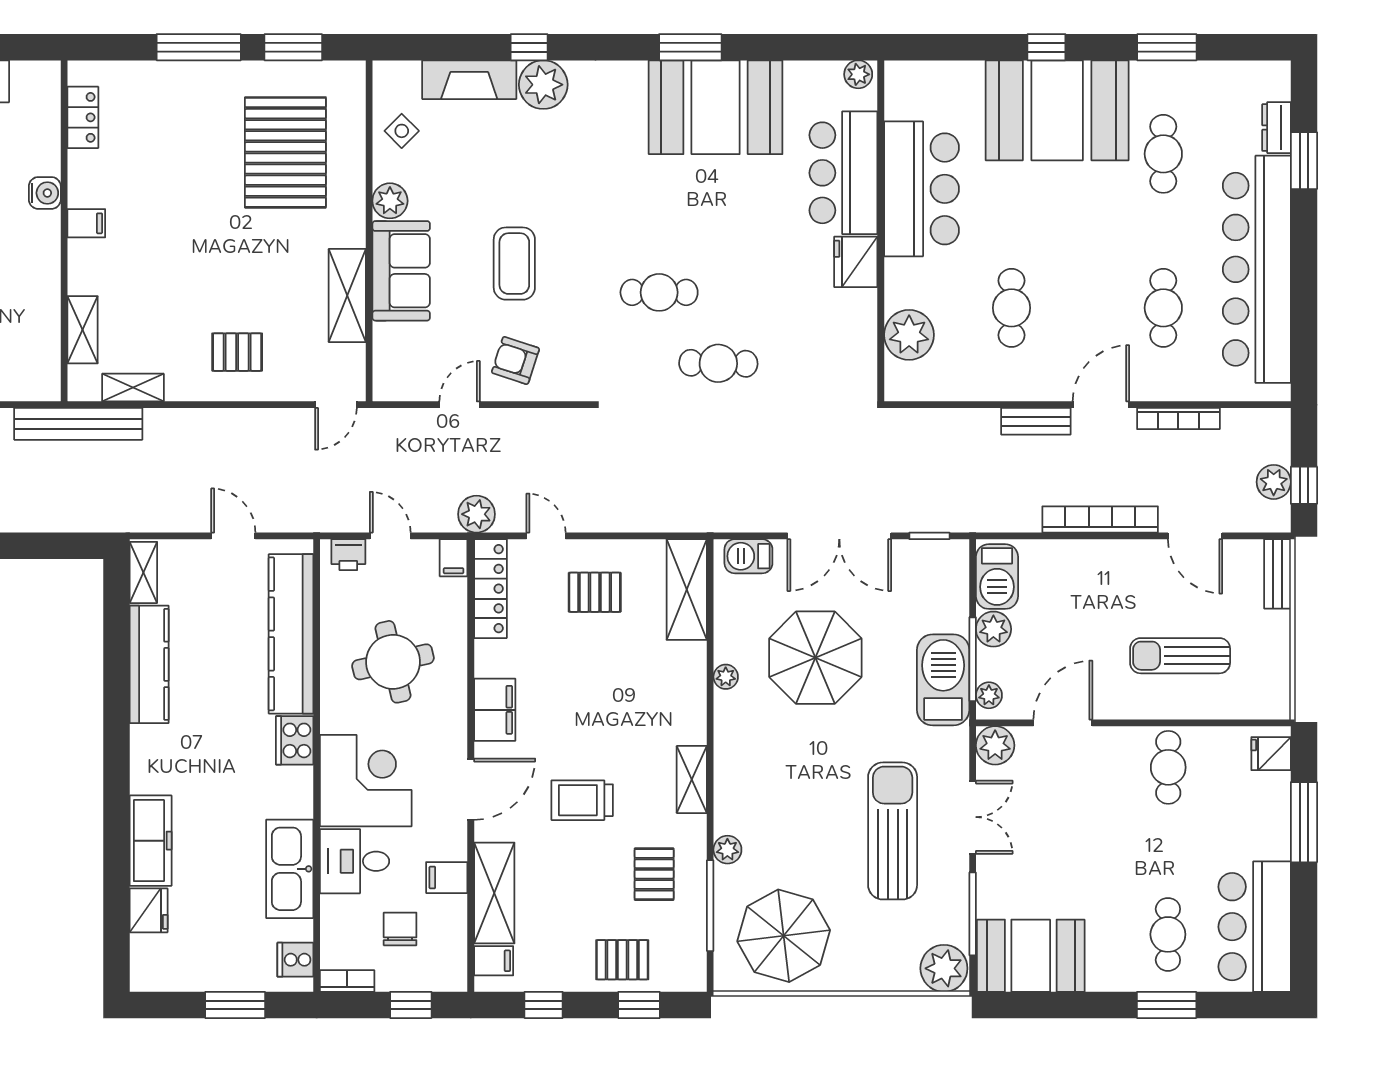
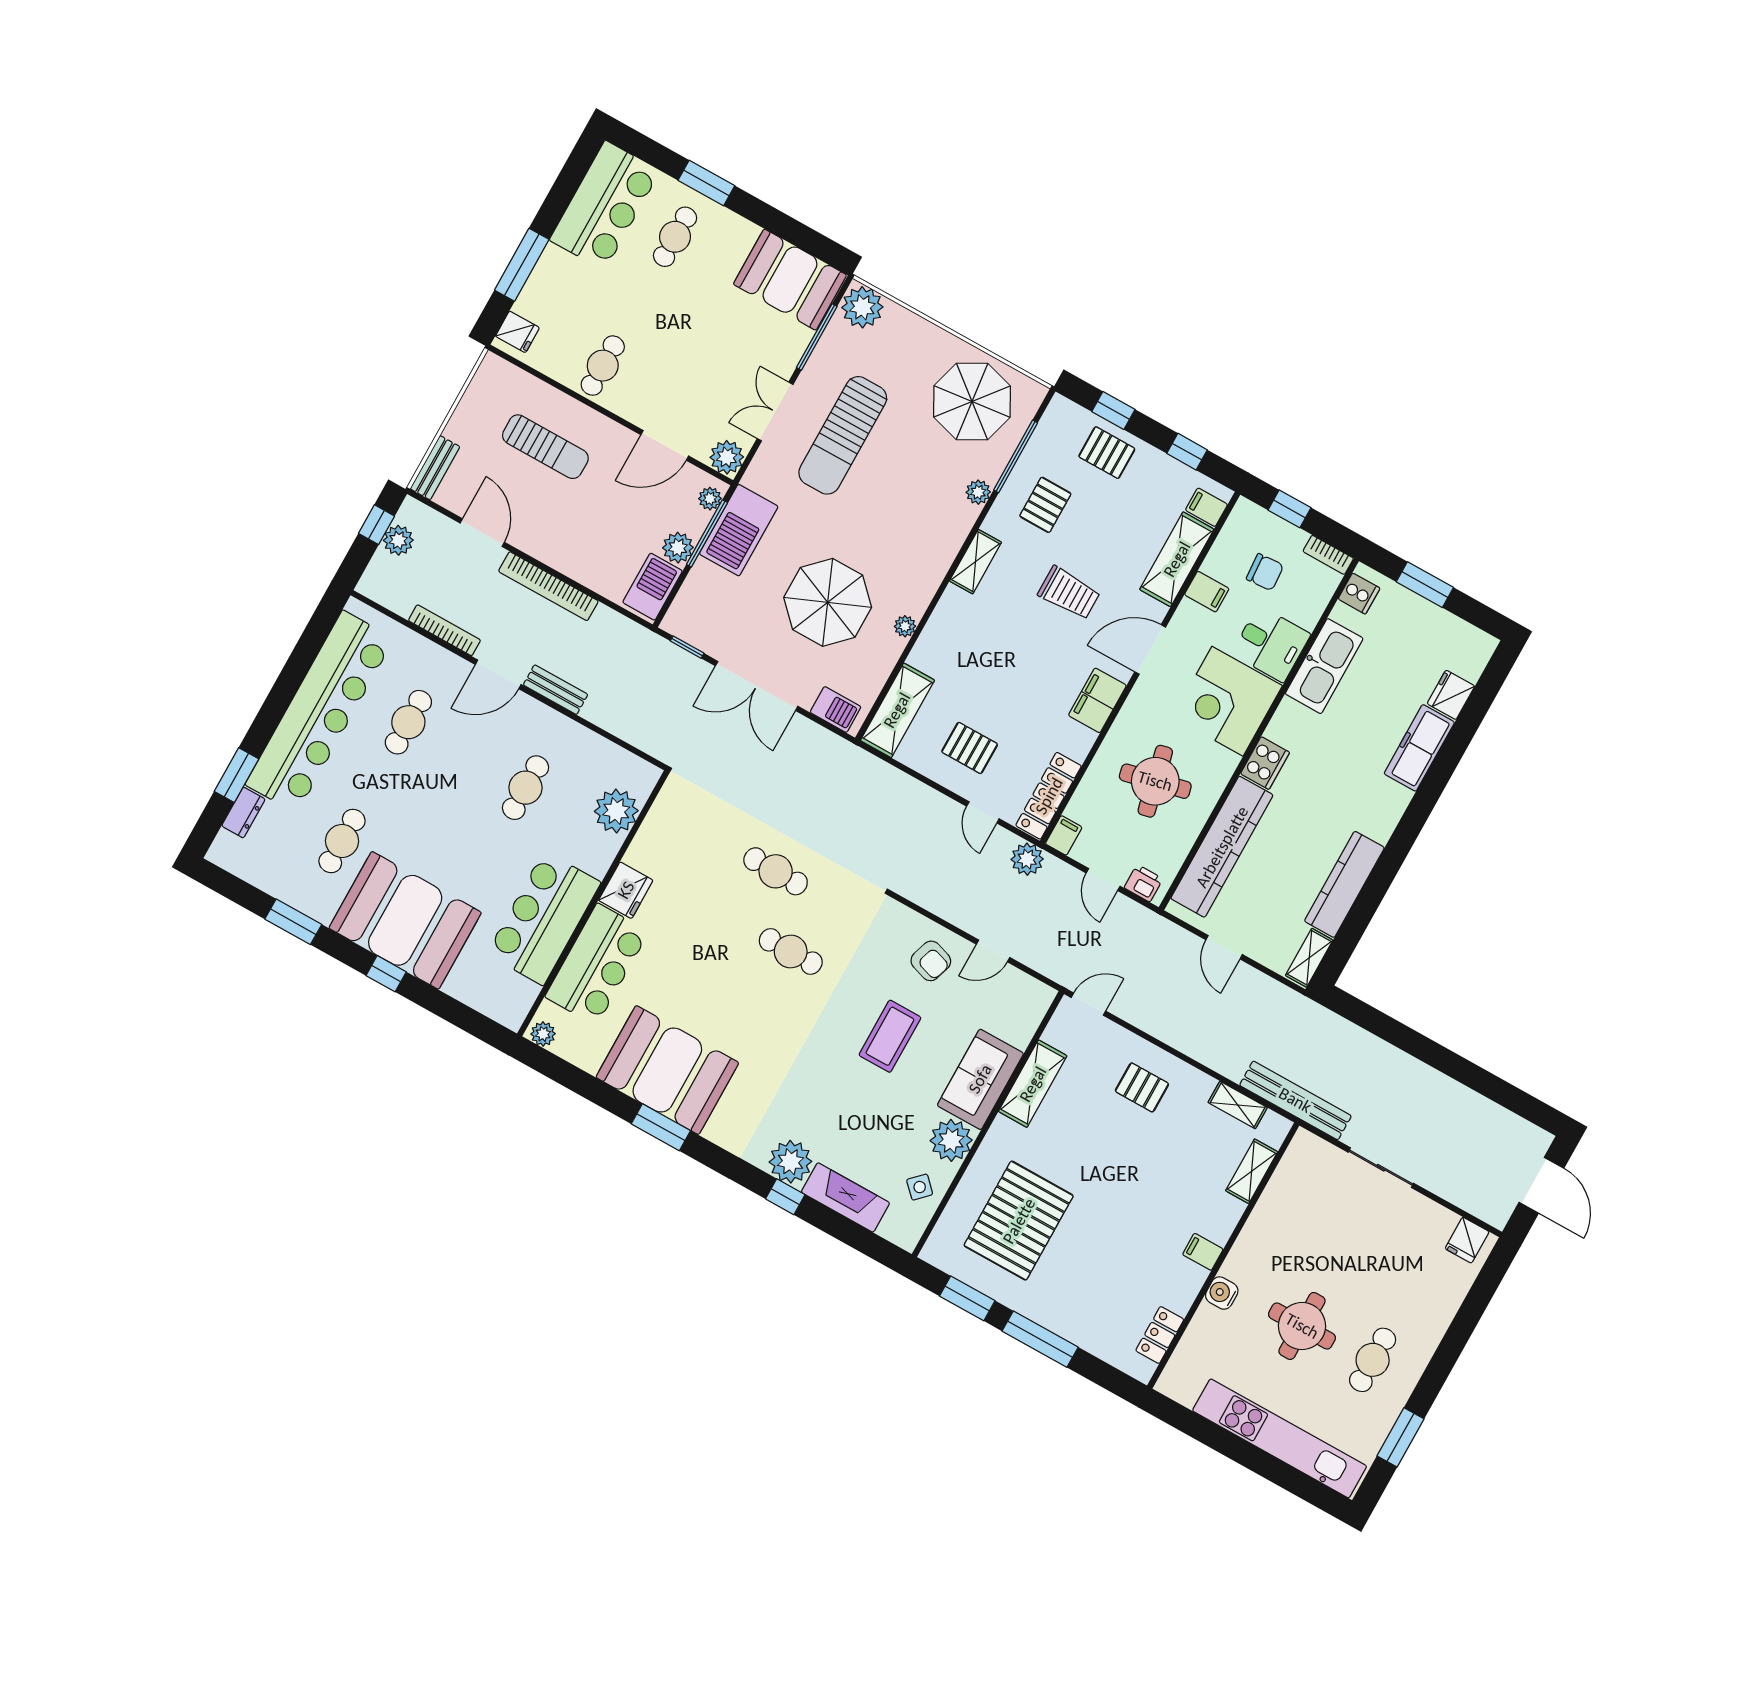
plant: (390, 201) -> (951, 1140), width x1.36, depth x1.36
double door: (839, 536) -> (757, 686), swing flipped
chair: (400, 929) -> (1265, 572), turned -94

